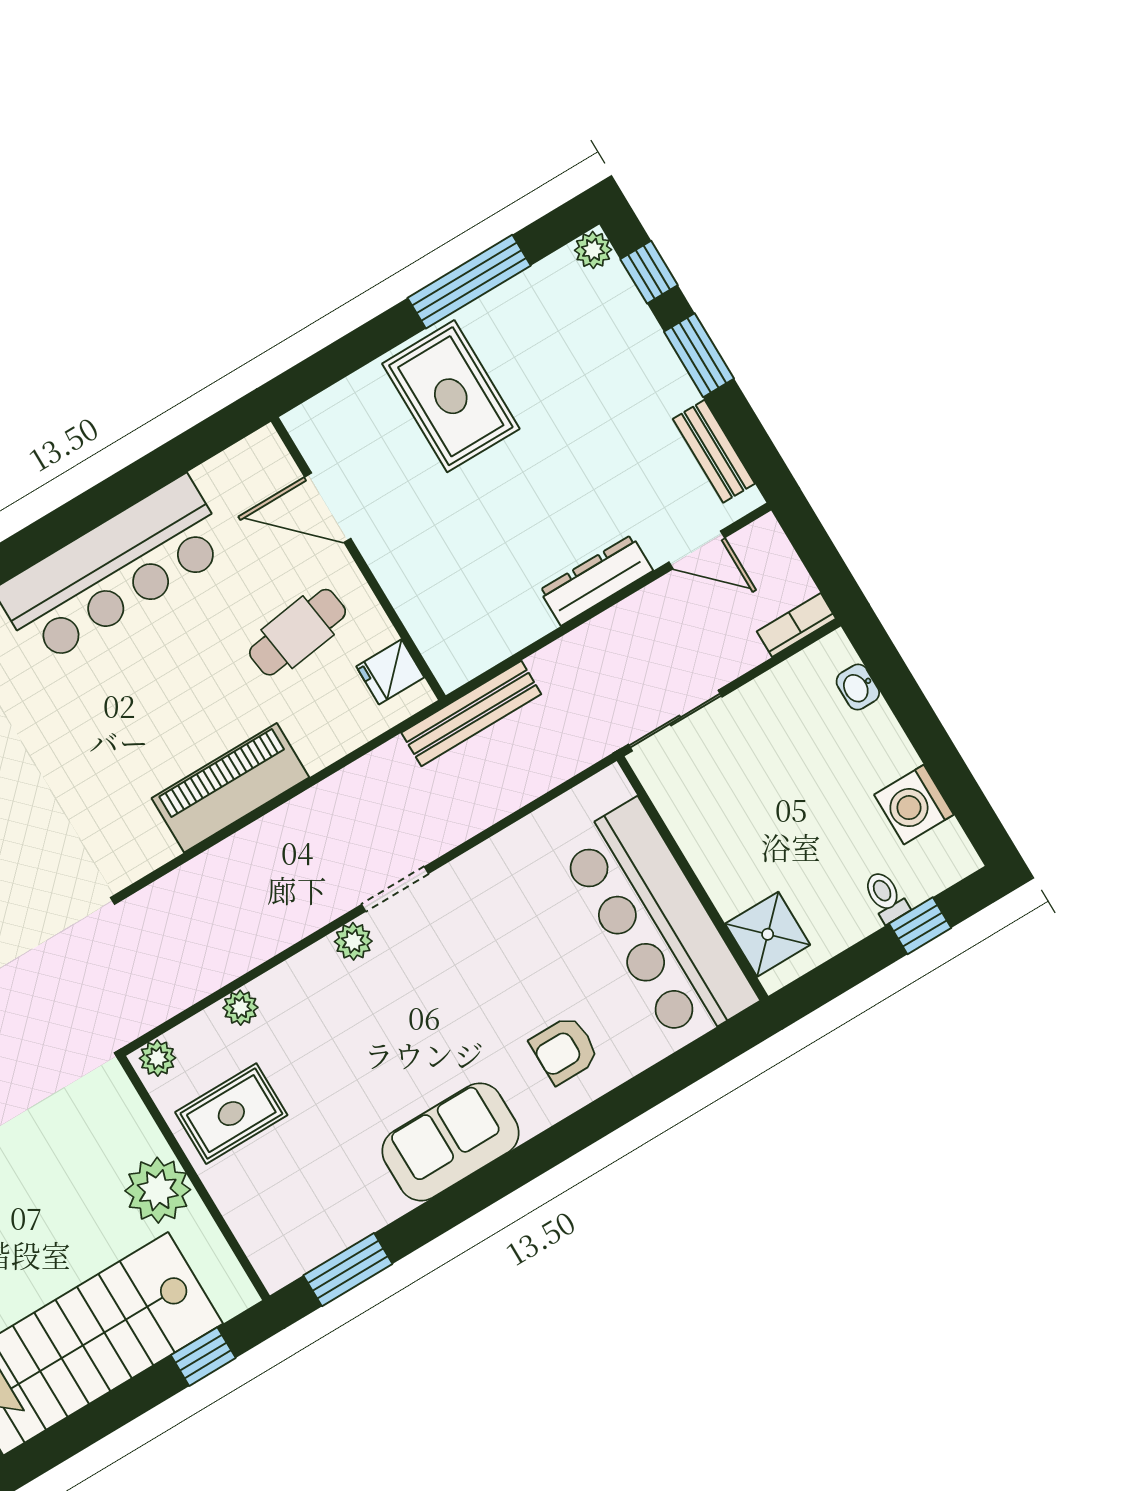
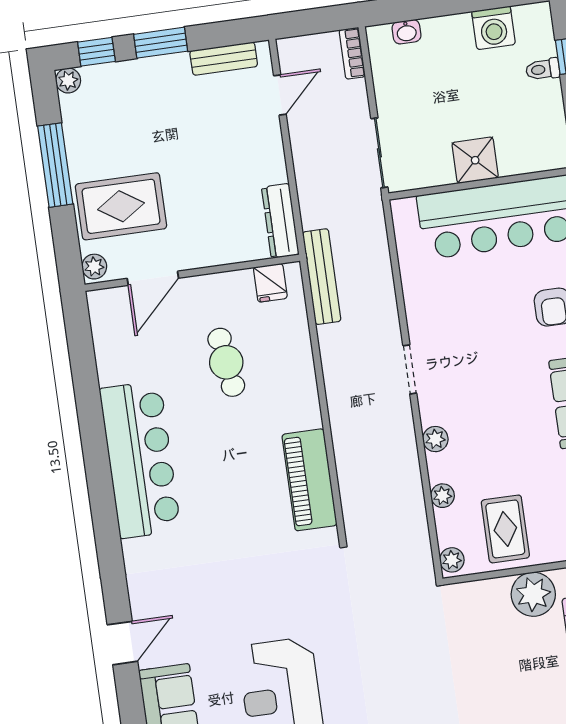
plant: (352, 395) -> (94, 267), added
door: (328, 508) -> (153, 278), moved
wall: (358, 559) -> (192, 273), moved
dresser: (596, 580) -> (280, 221), moved
fridge: (390, 672) -> (270, 283), moved
piano: (230, 788) -> (309, 480), moved
shower: (768, 934) -> (475, 160), moved
plant: (353, 941) -> (435, 439), moved

